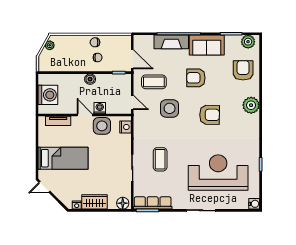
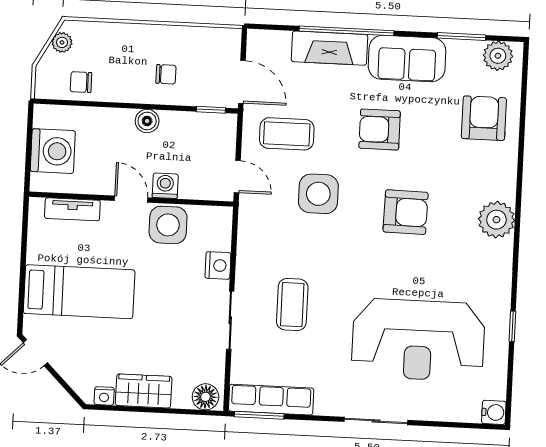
chair: (95, 42) -> (81, 82), moved
plant: (251, 105) -> (496, 220), moved
nightstand: (125, 127) -> (218, 265), moved
reception desk: (218, 173) -> (418, 340), turned 180

